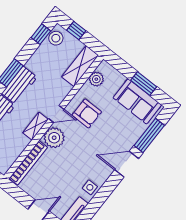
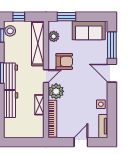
shelving: (80, 66) -> (38, 43), width x1.47
window: (144, 83) -> (67, 17), moved
shelving: (35, 126) -> (39, 105), moved
door: (127, 164) -> (112, 73), hinge flipped

